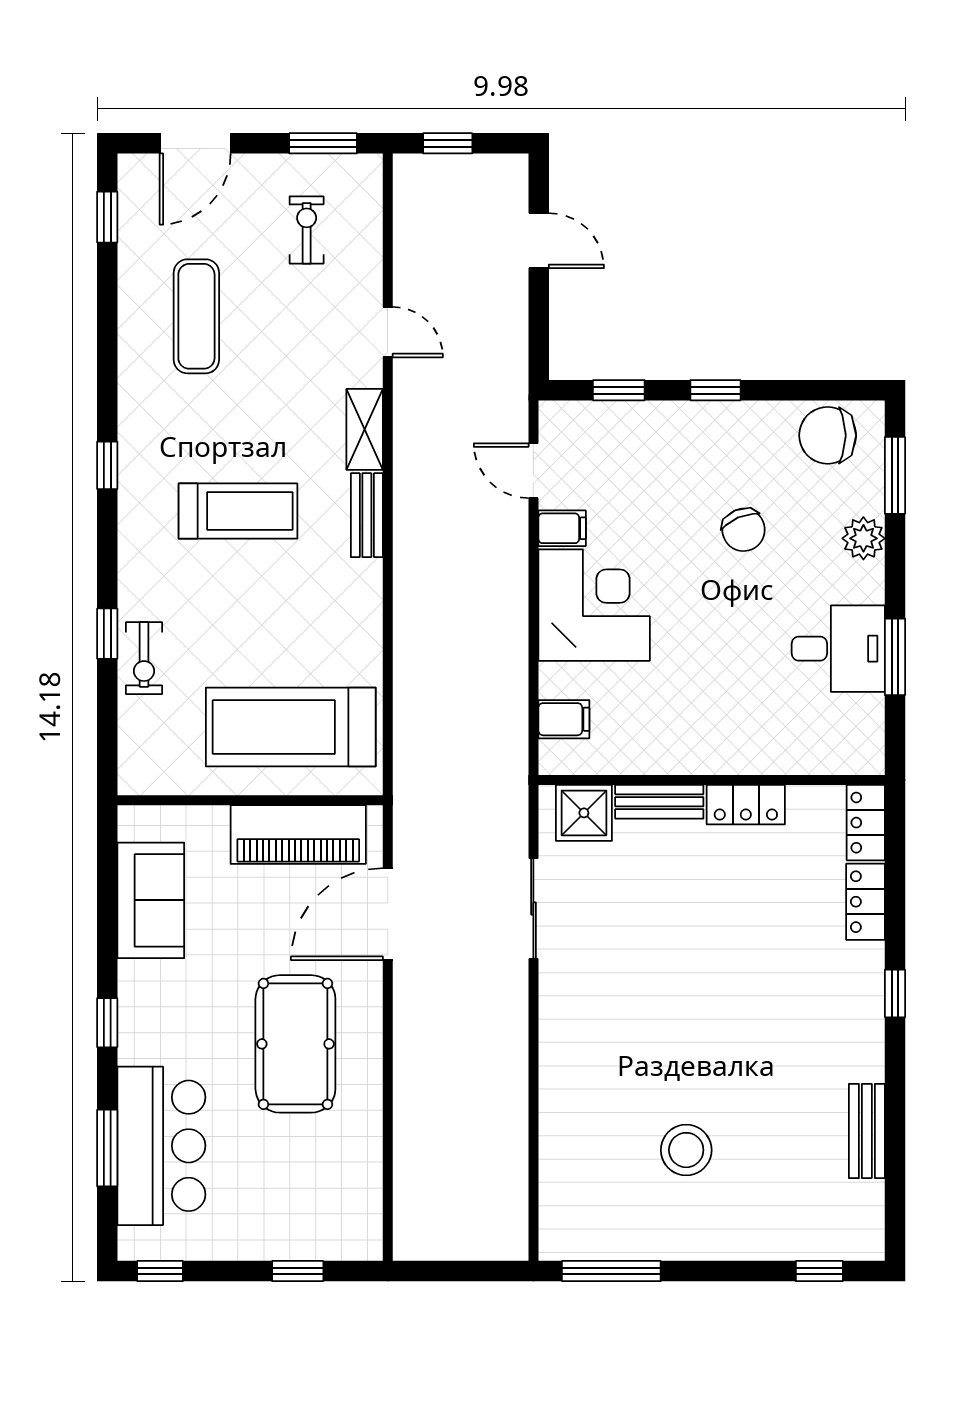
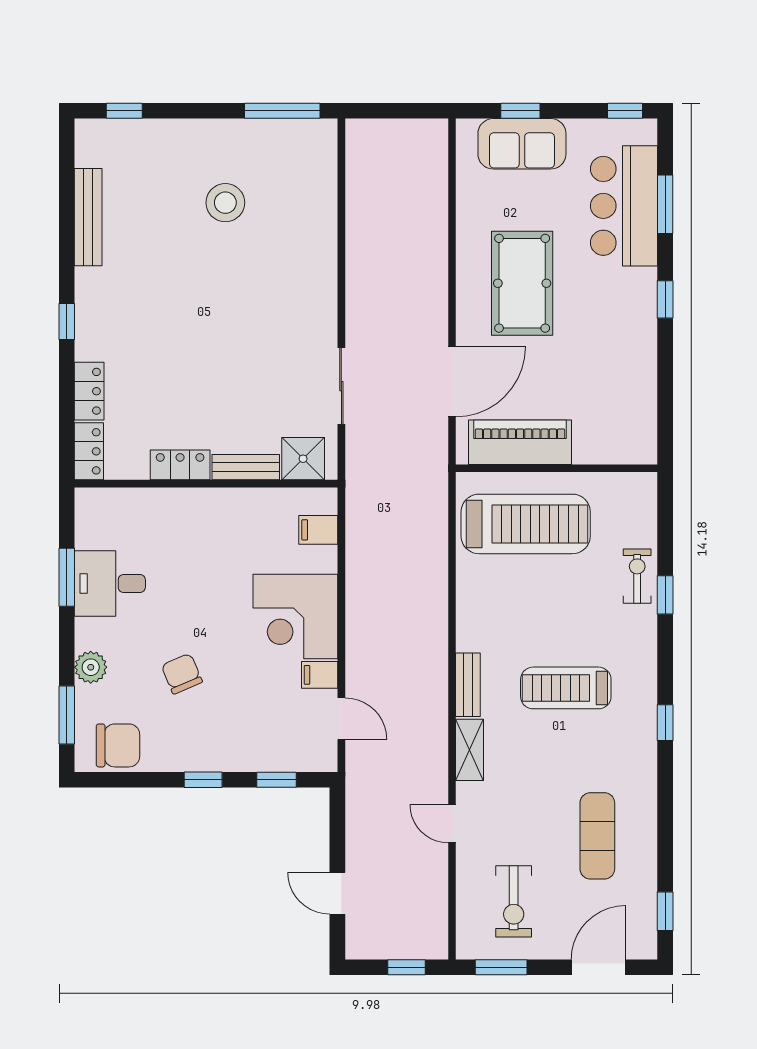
exercise bike: (307, 230) -> (514, 901), width x1.38, depth x1.39
sofa: (151, 900) -> (522, 144), moved, turned -90
bench: (867, 1131) -> (88, 217), width x1.36

